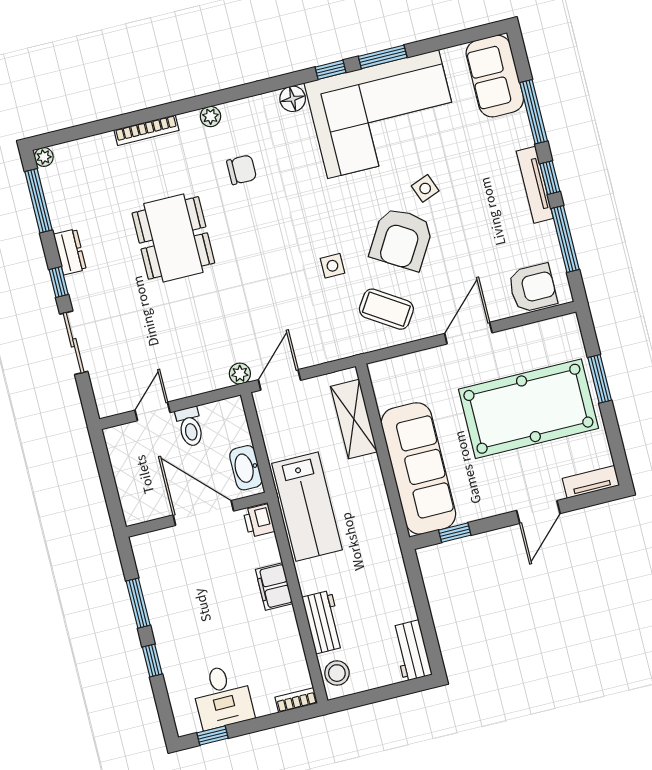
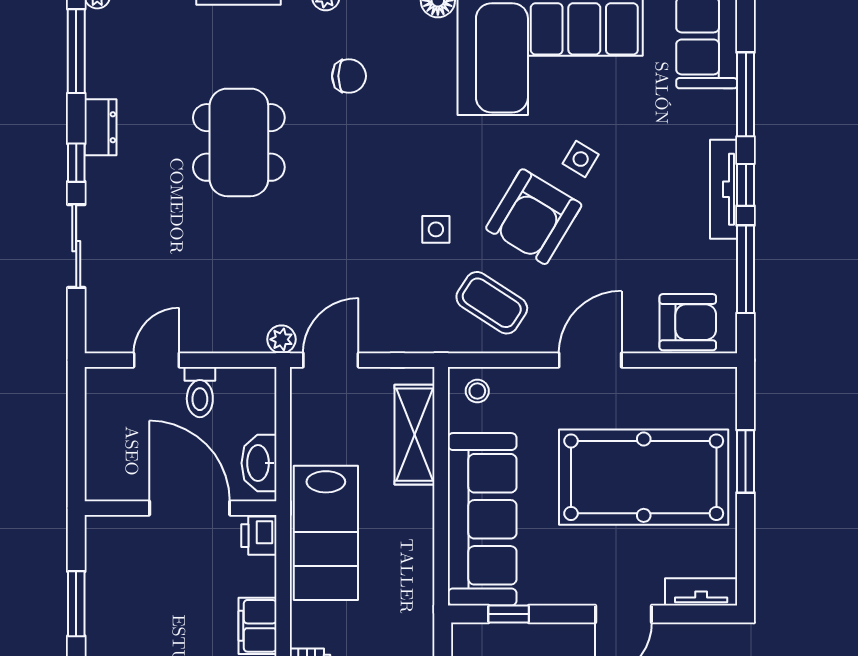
side table: (425, 188) -> (581, 159), turned -38
stool: (392, 376) -> (477, 391), added

